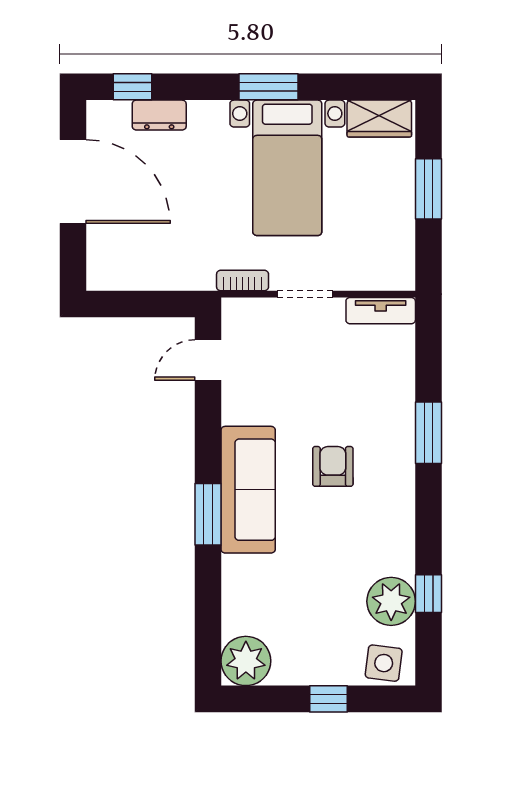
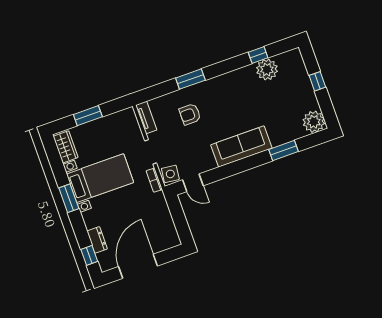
armchair: (333, 466) -> (190, 114), moved
window: (208, 514) -> (283, 150), moved
side table: (384, 663) -> (170, 174), moved

